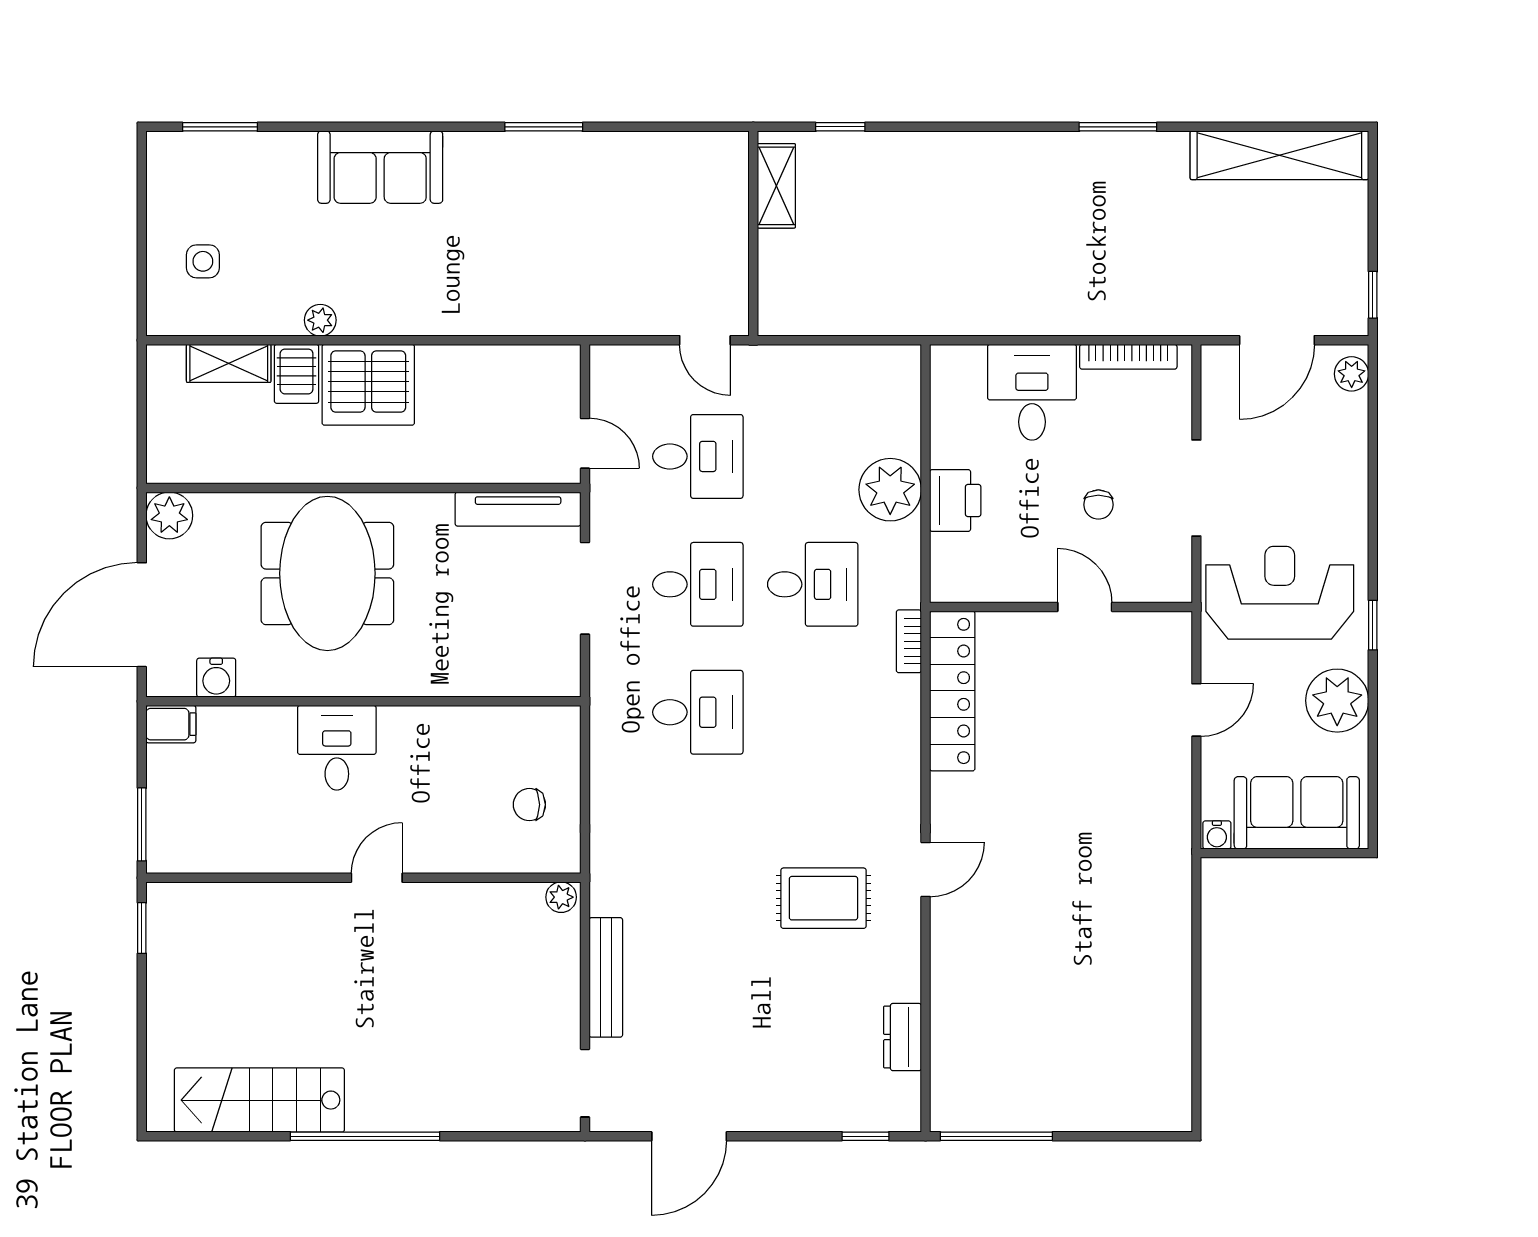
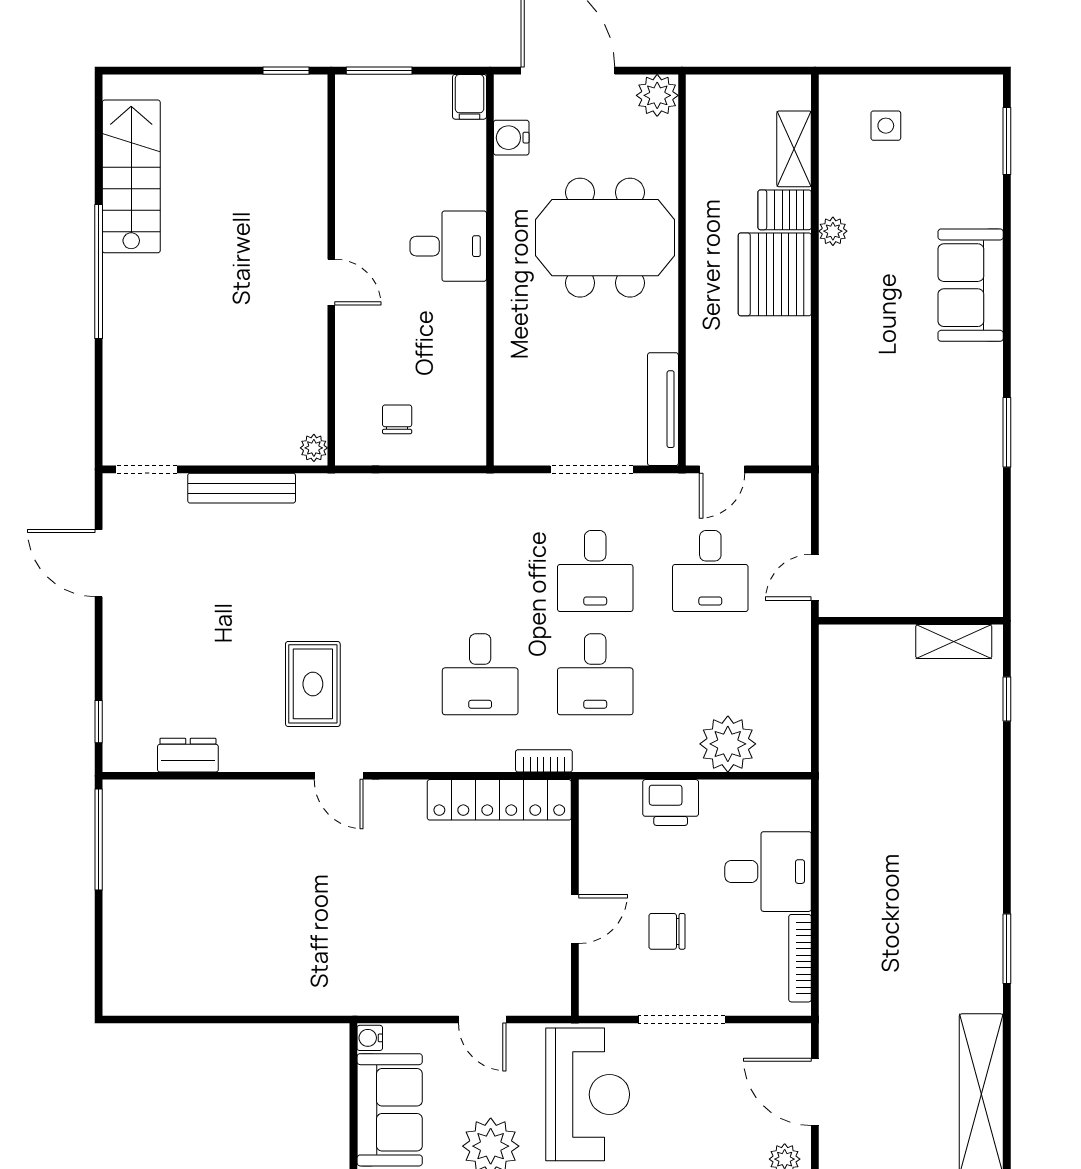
plant: (890, 490) -> (728, 744), moved
chair: (1098, 505) -> (667, 931), width x1.37, depth x1.37
desk: (698, 712) -> (480, 674), moved

